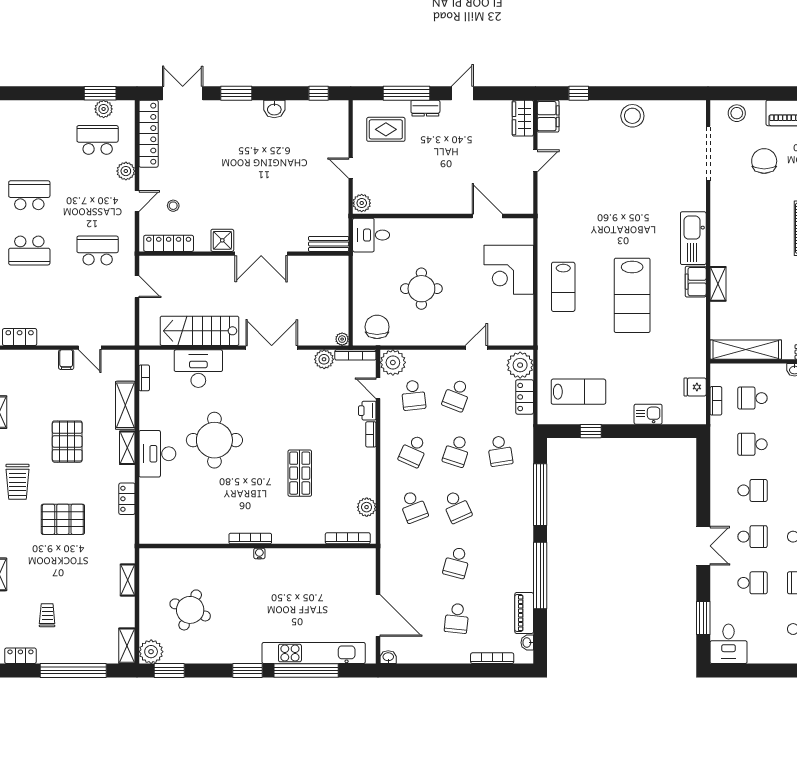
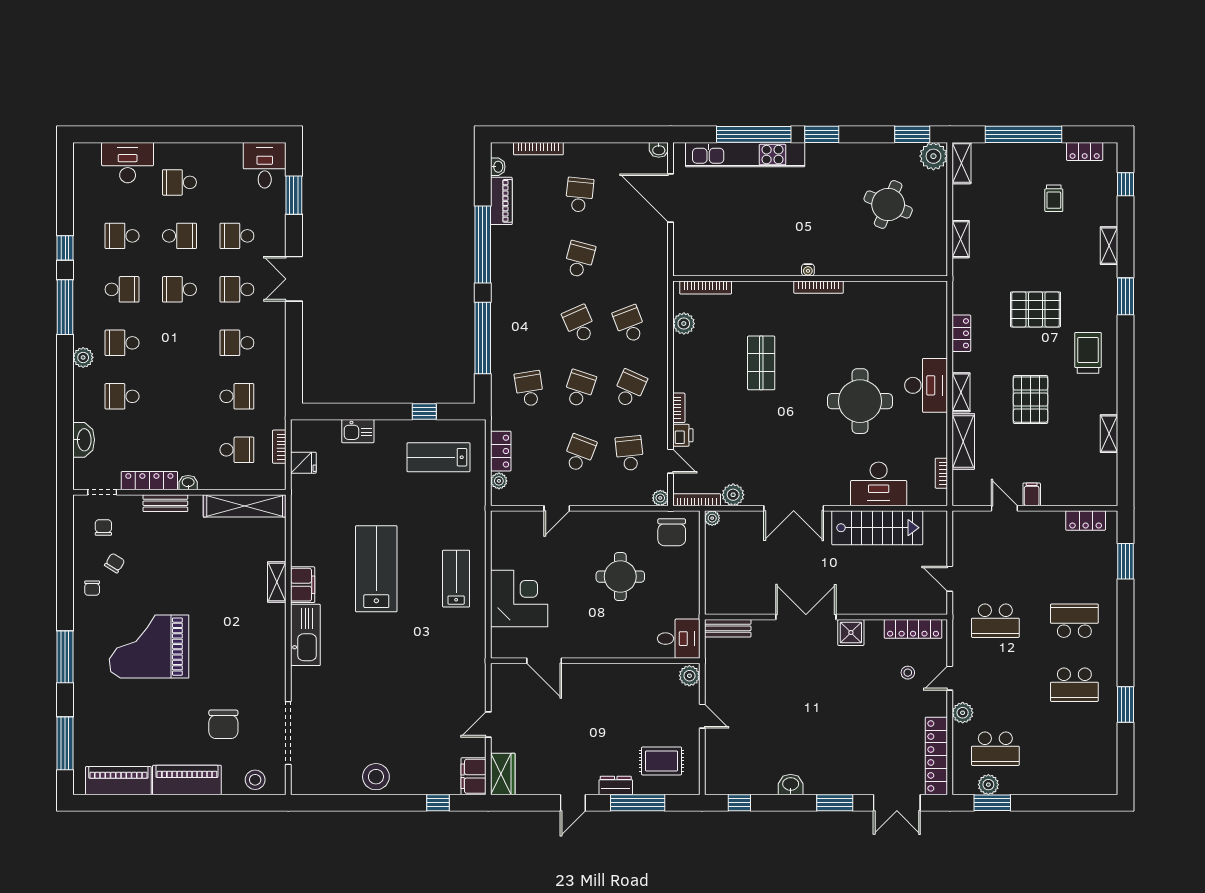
plant: (393, 362) -> (660, 498), width x0.53, depth x0.53
plant: (520, 365) -> (499, 481), width x0.53, depth x0.53

